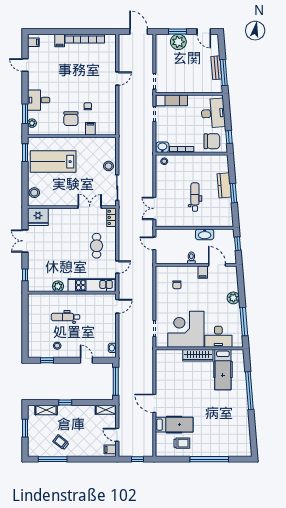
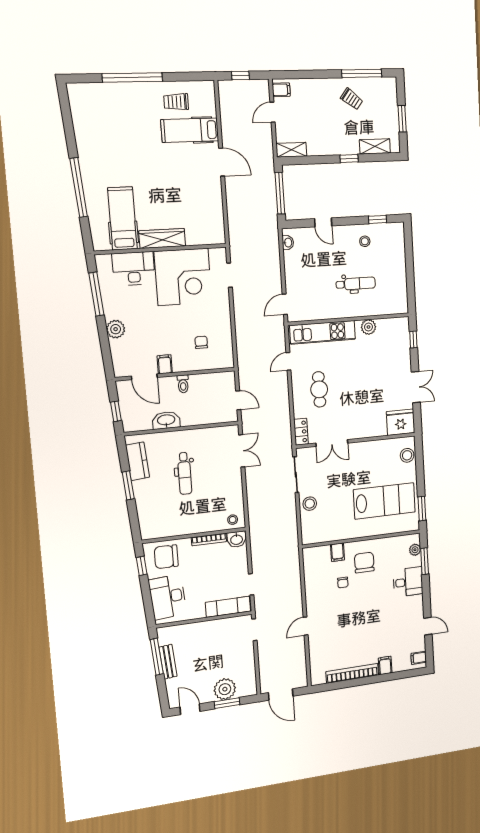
kitchen counter: (224, 185) -> (137, 461), moved
door: (117, 435) -> (272, 112), swing flipped

